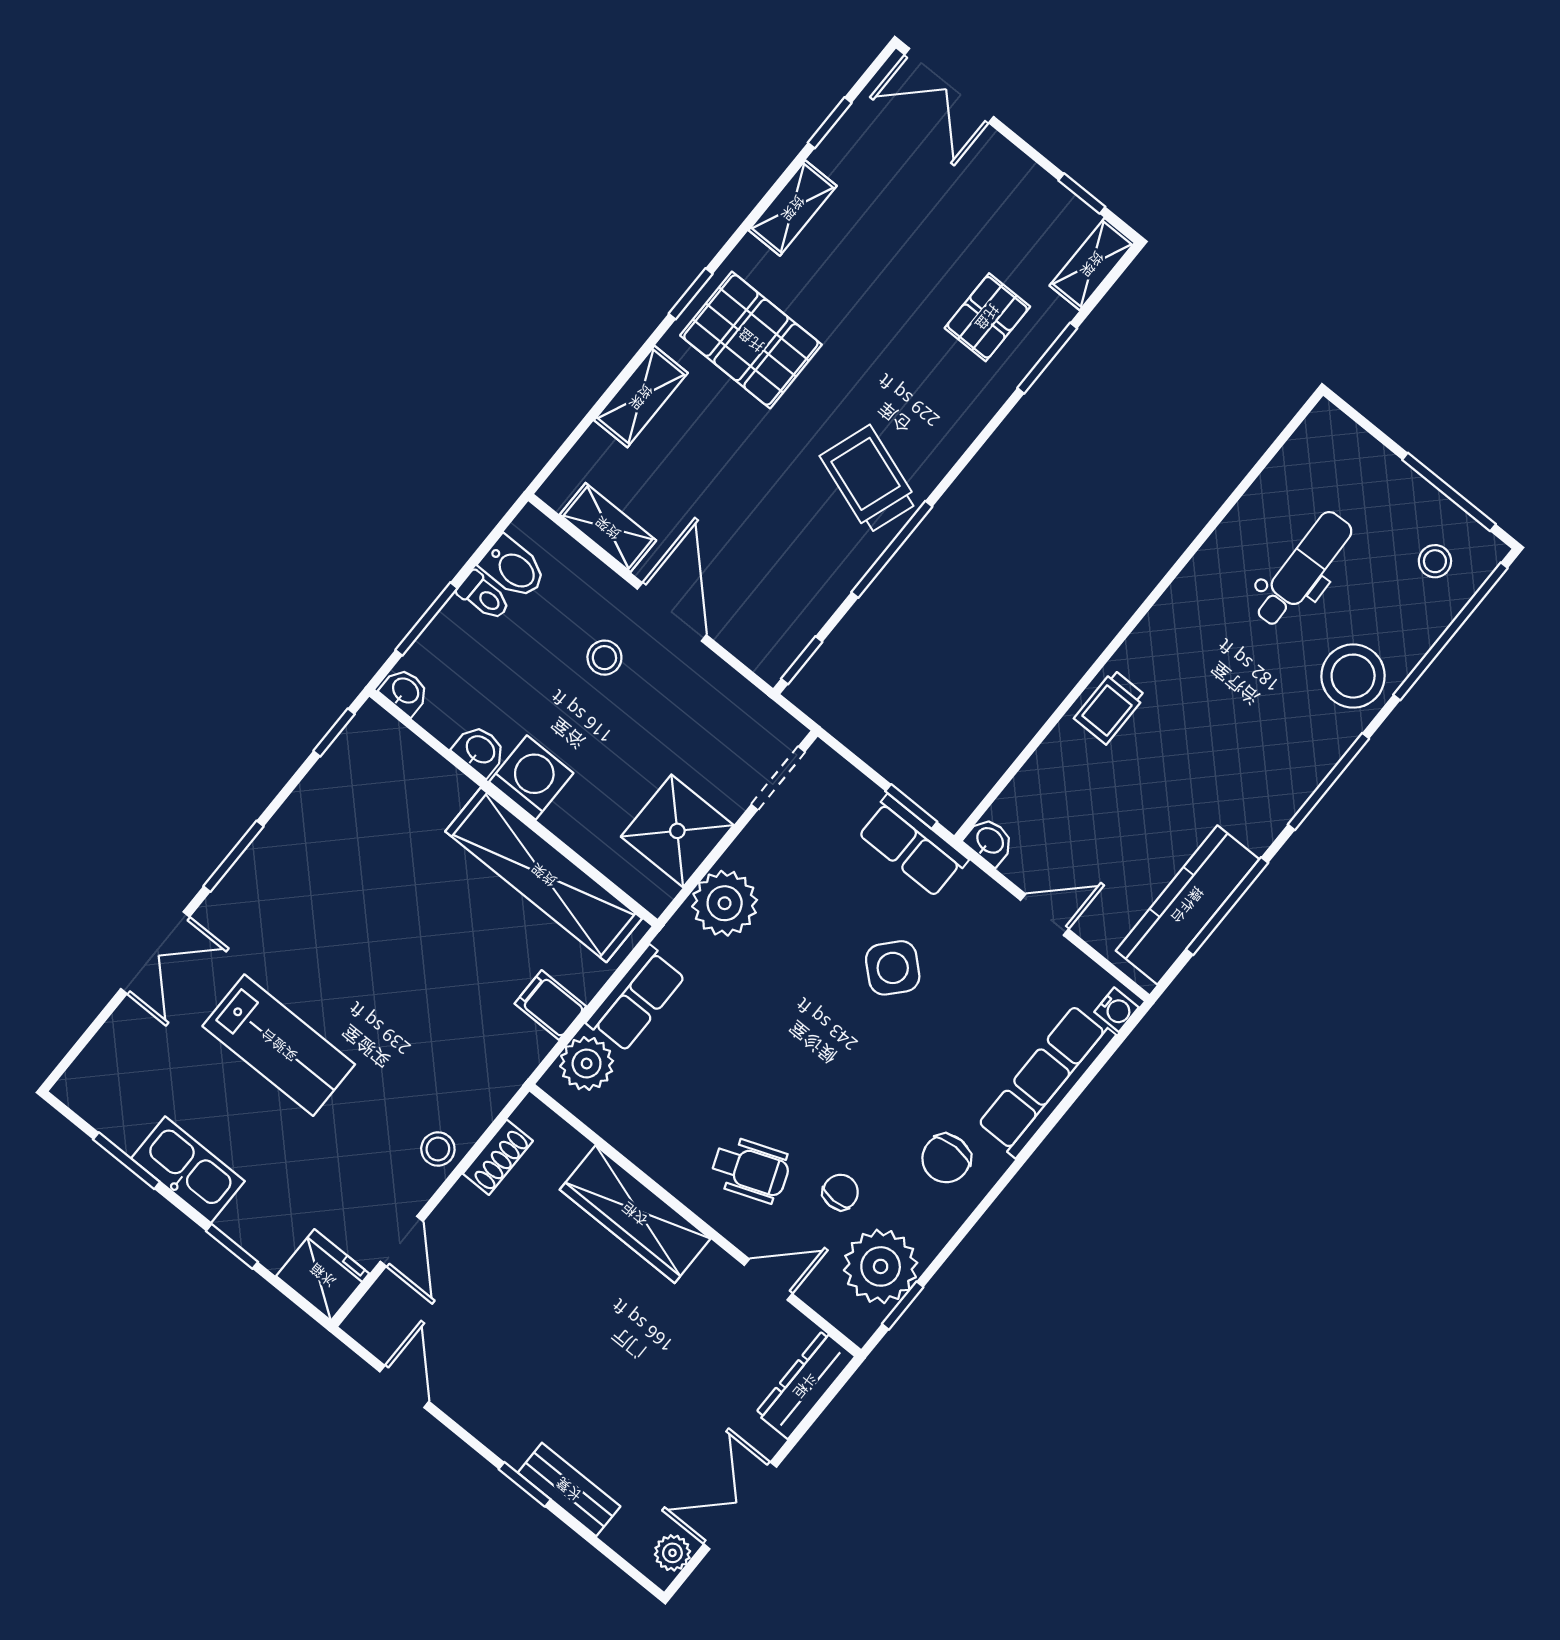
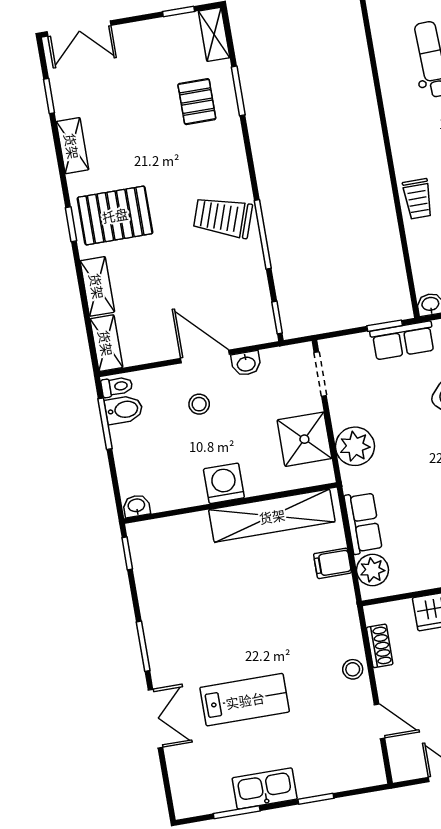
shelving: (608, 528) -> (106, 343), moved, turned 90
toilet: (484, 596) -> (117, 387), moved
window: (426, 619) -> (105, 424), moved
washbasin: (480, 750) -> (246, 363), moved, turned 180
fridge: (323, 1275) -> (364, 769), removed

